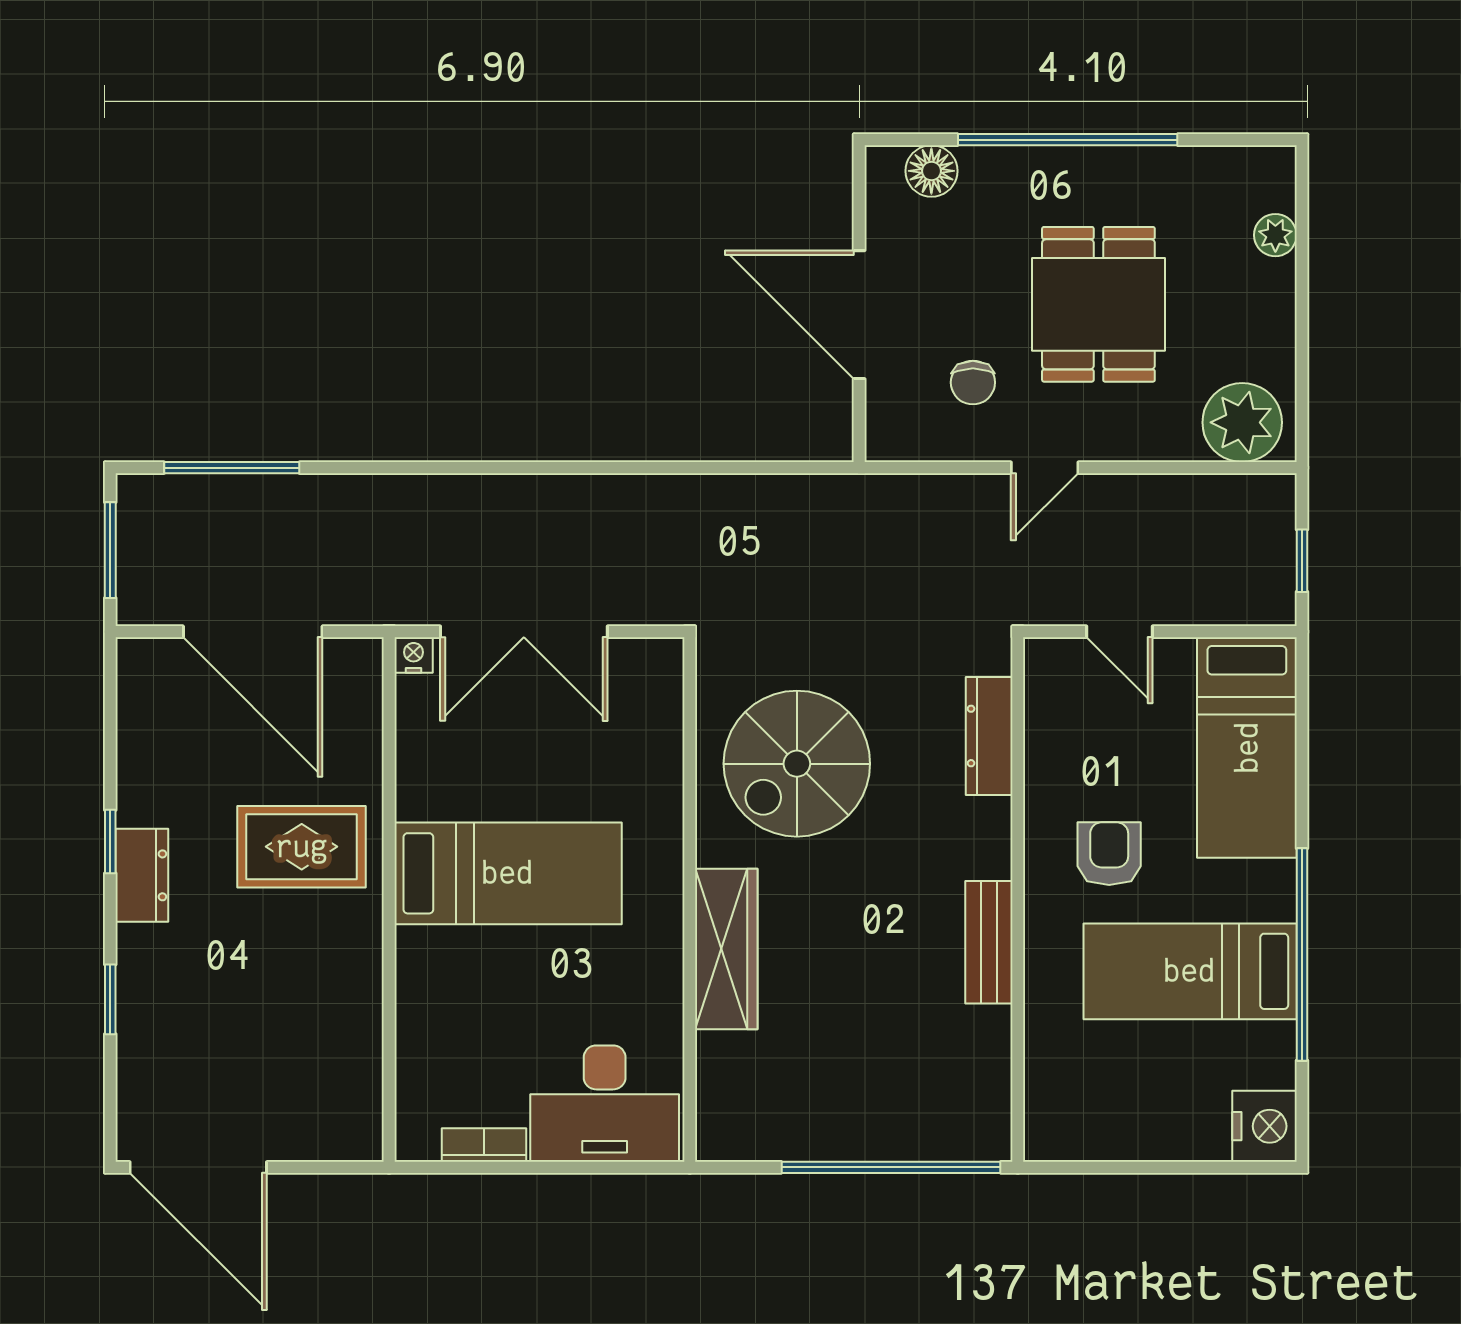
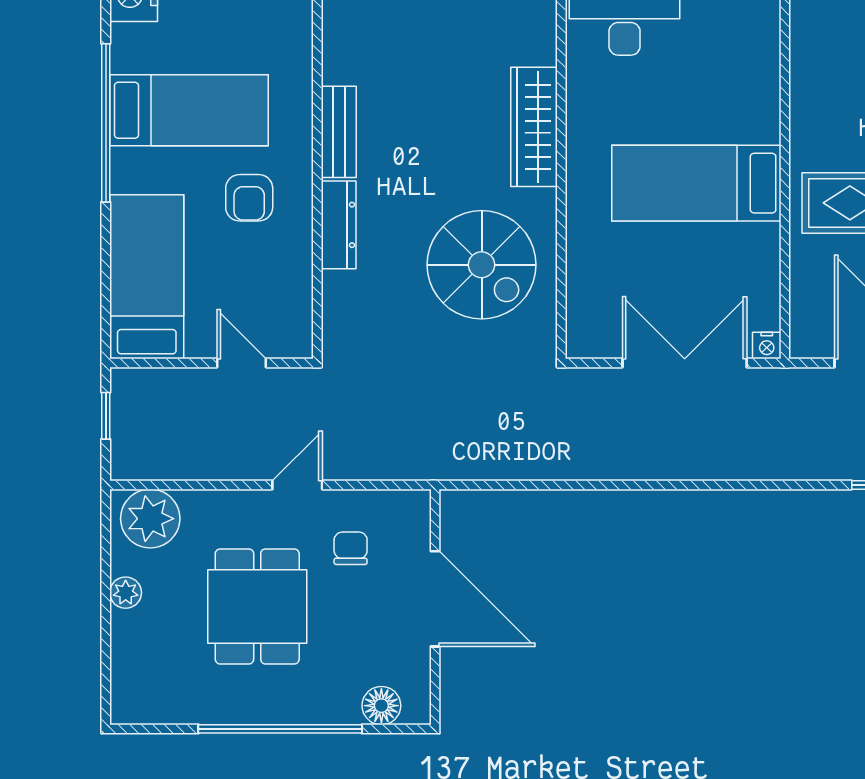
plant: (1275, 235) -> (126, 593), moved
dresser: (989, 736) -> (339, 225), moved
spiral stairs: (797, 764) -> (482, 265), turned 90

